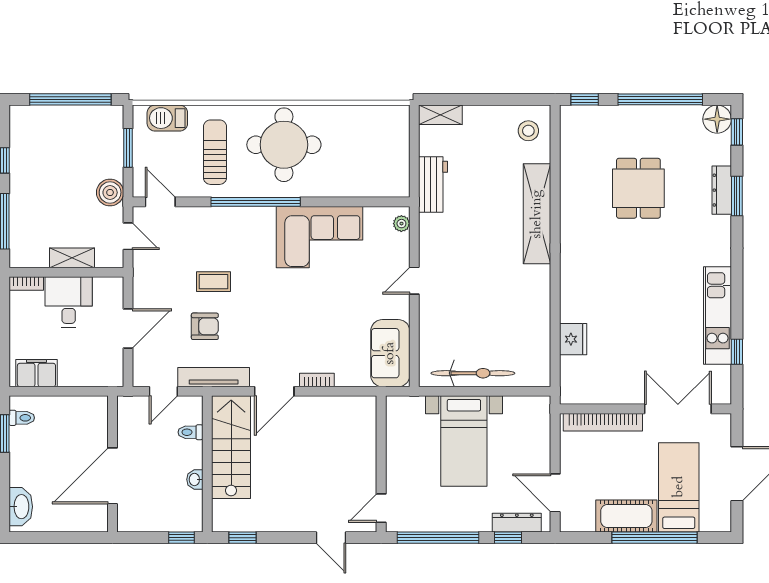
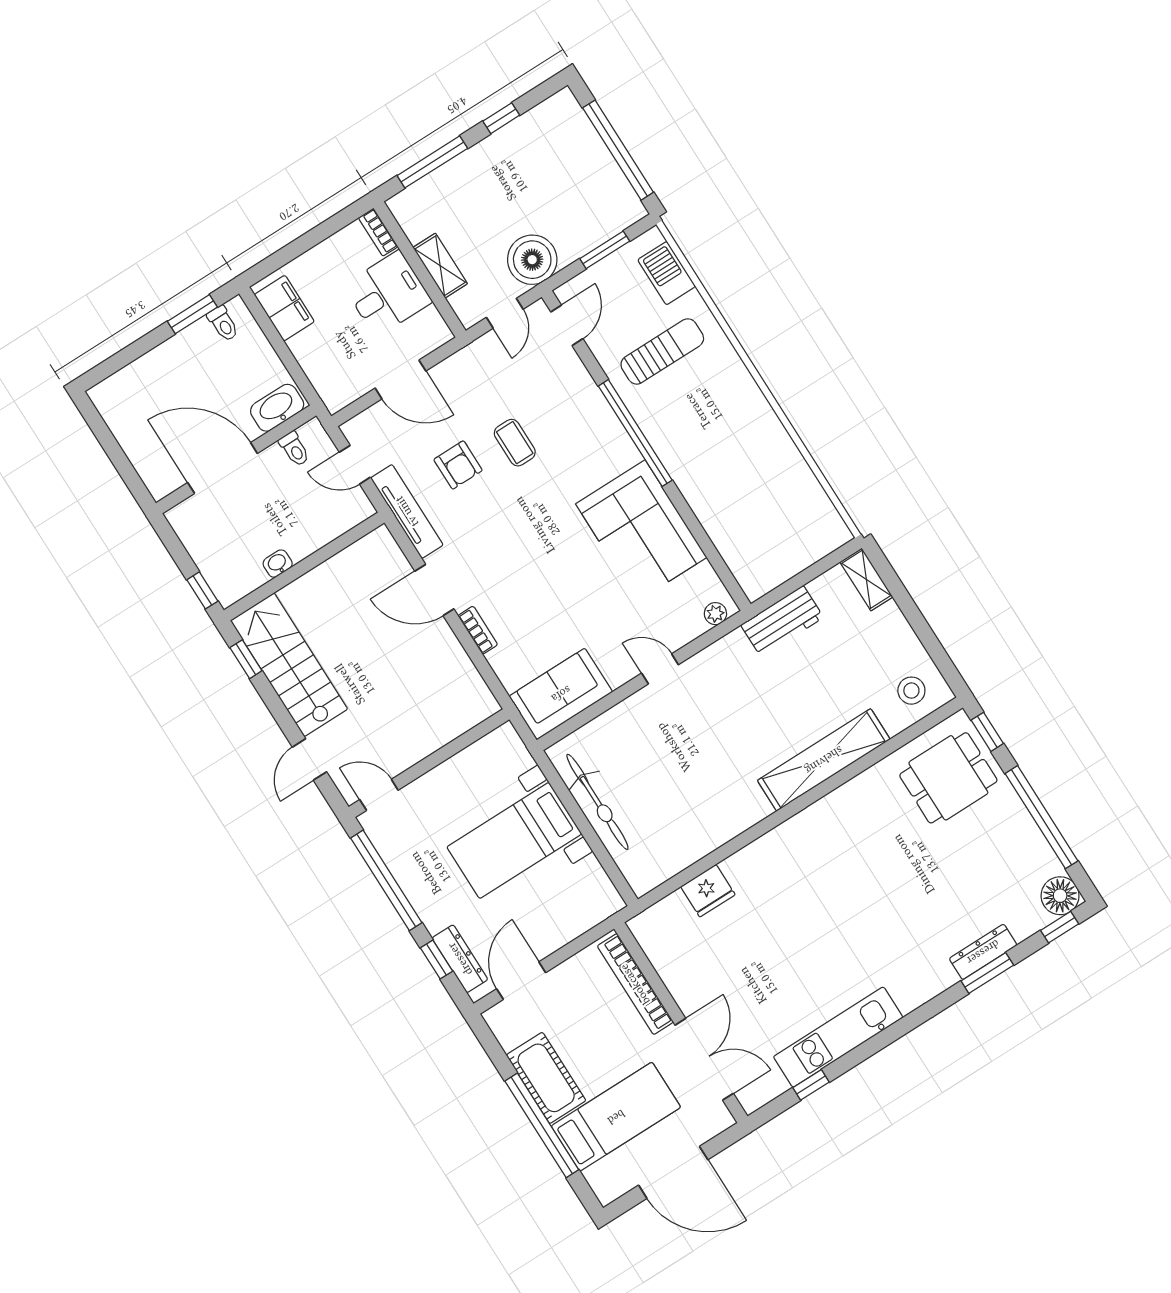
round table: (284, 145) -> (720, 424), removed
dining table: (638, 188) -> (948, 778), moved
boiler: (110, 192) -> (532, 260), width x1.37, depth x1.37
toilet: (190, 432) -> (294, 449), moved, turned 180
stairs: (231, 447) -> (289, 665), moved, turned -90
washbasin: (21, 507) -> (277, 408), moved, turned 180

